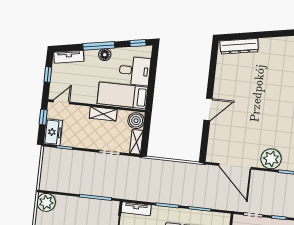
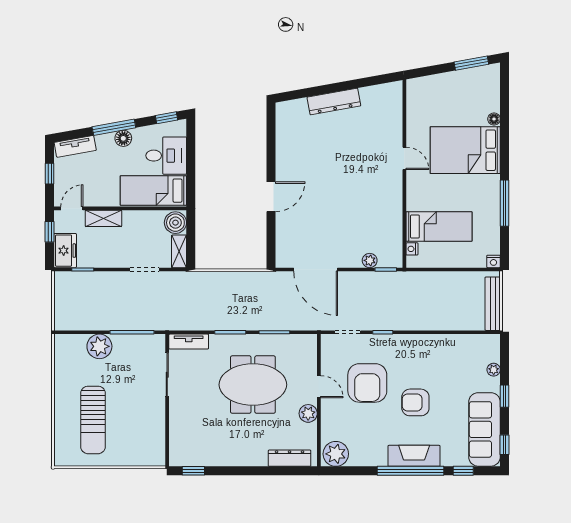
dresser: (239, 46) -> (334, 102), moved
shelving: (103, 114) -> (103, 218), moved
plant: (271, 159) -> (370, 260), width x0.53, depth x0.53
plant: (46, 202) -> (99, 346), moved

